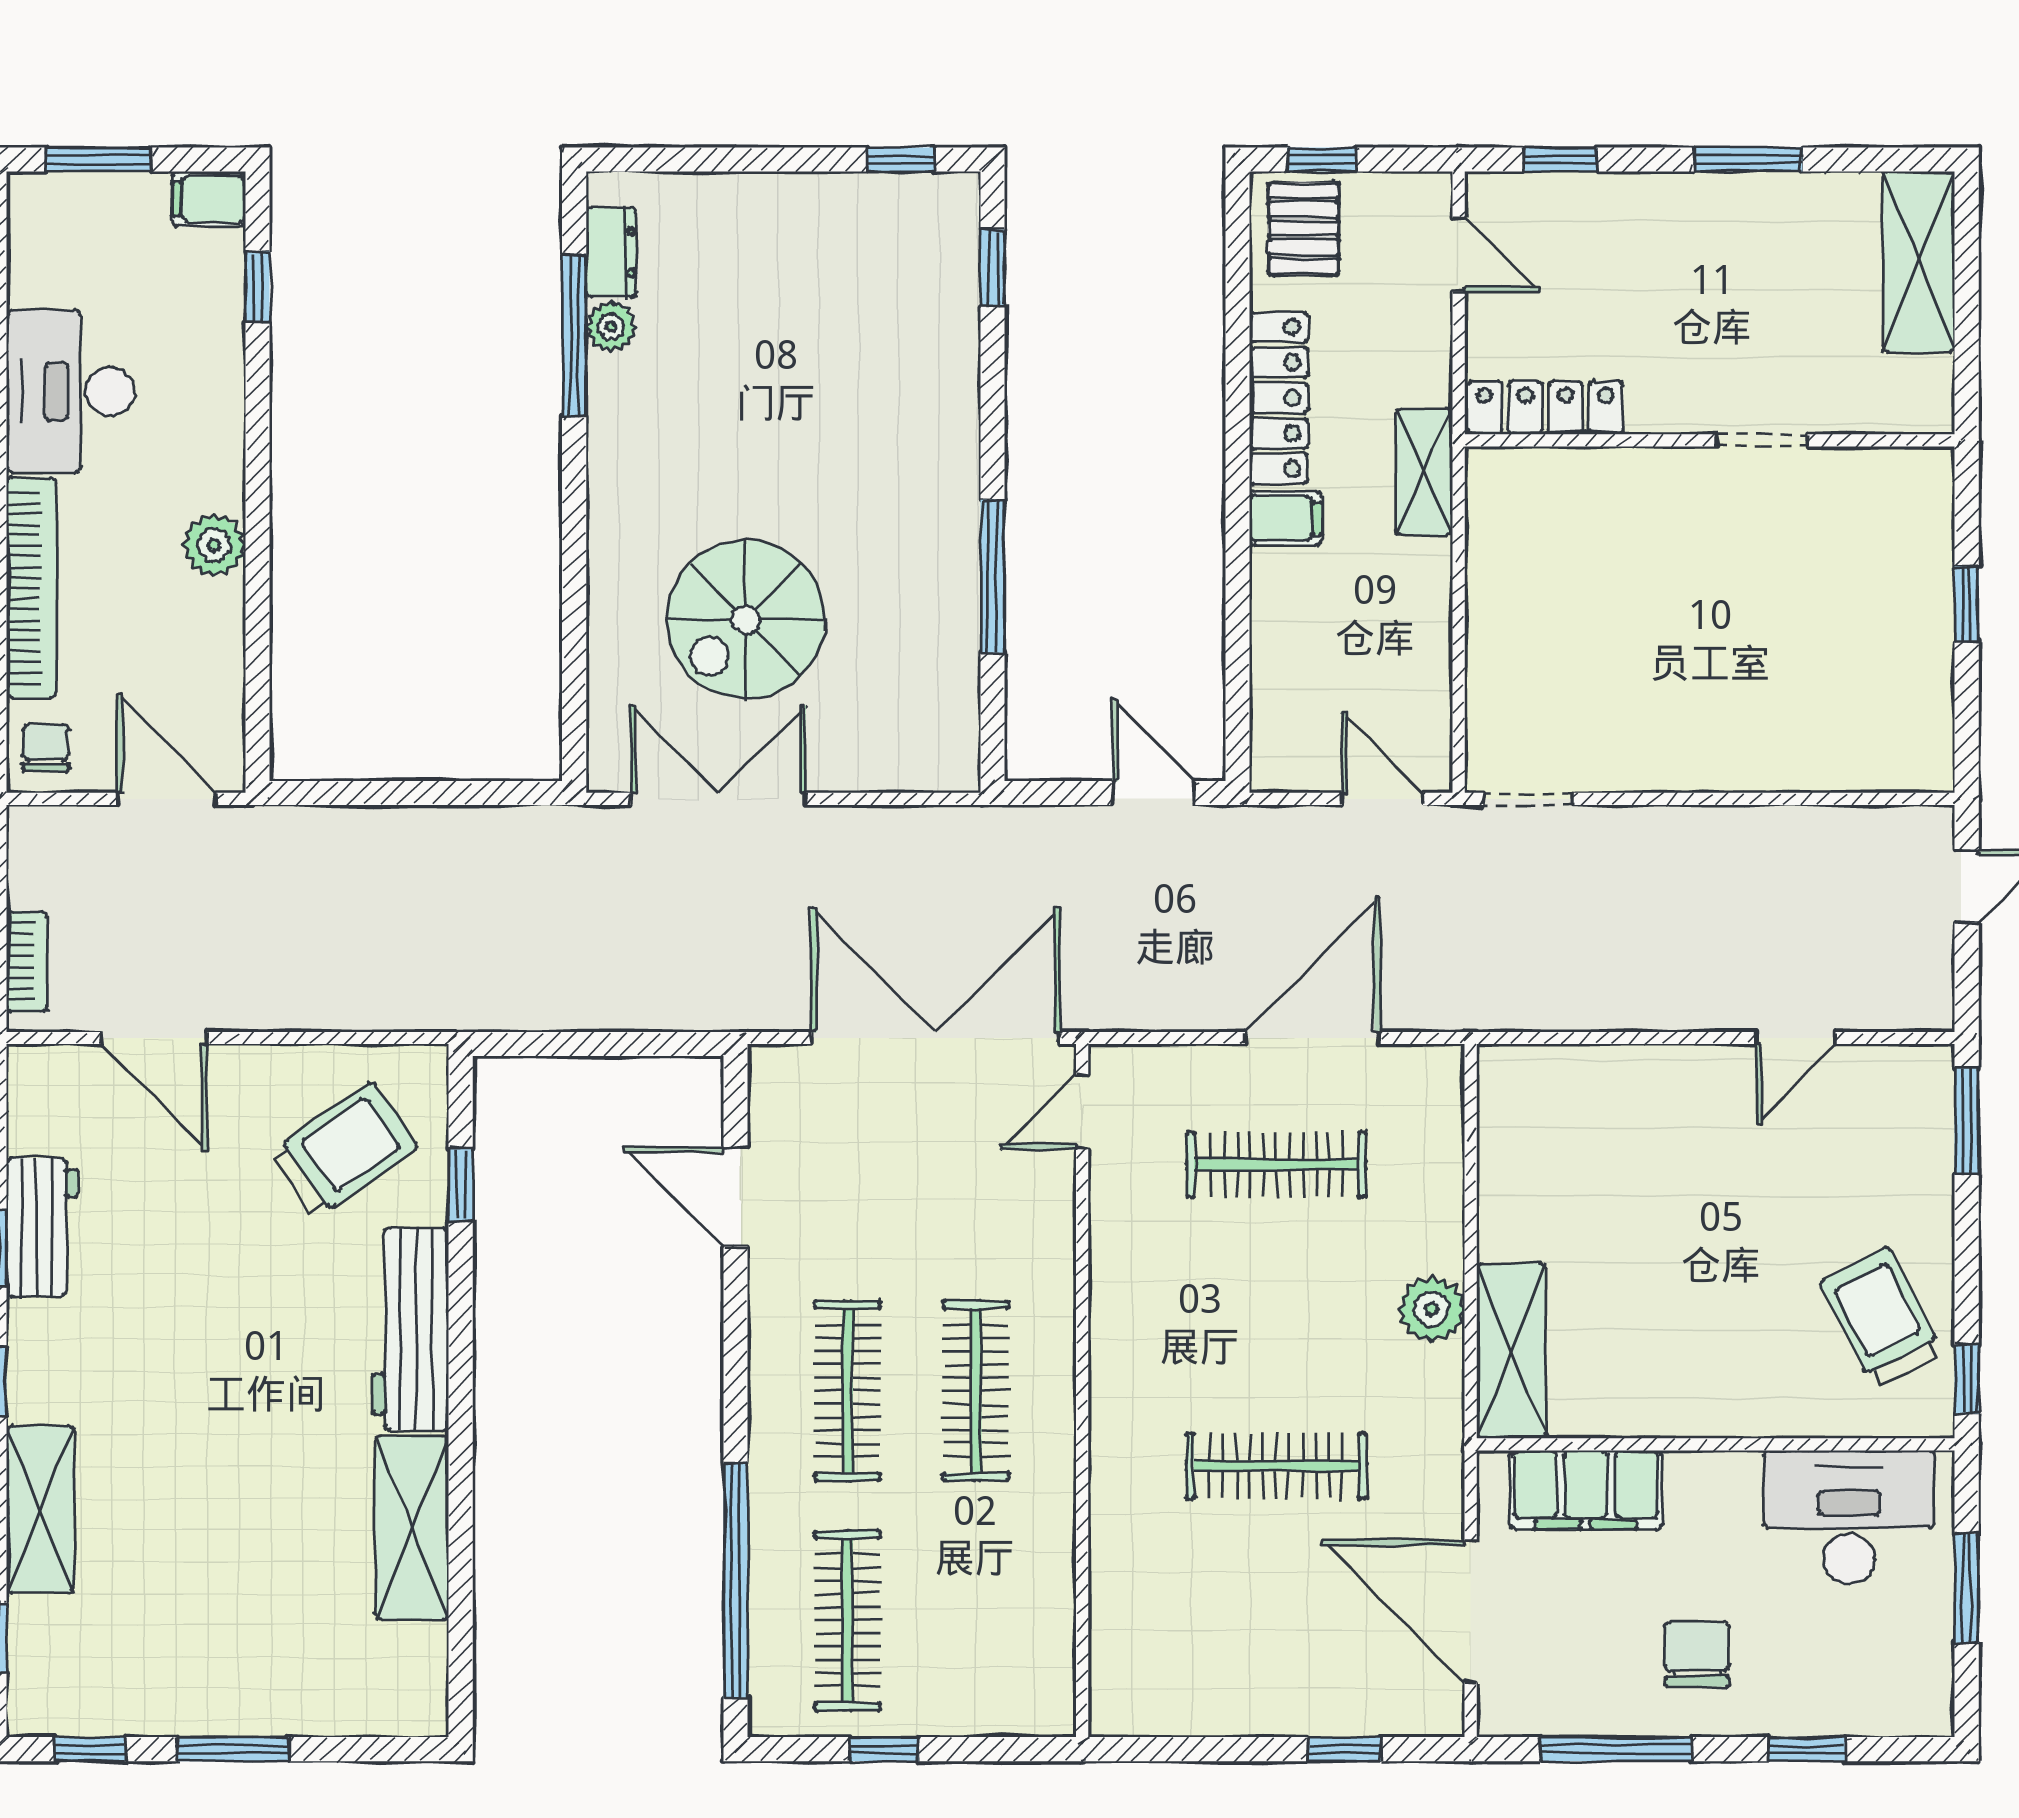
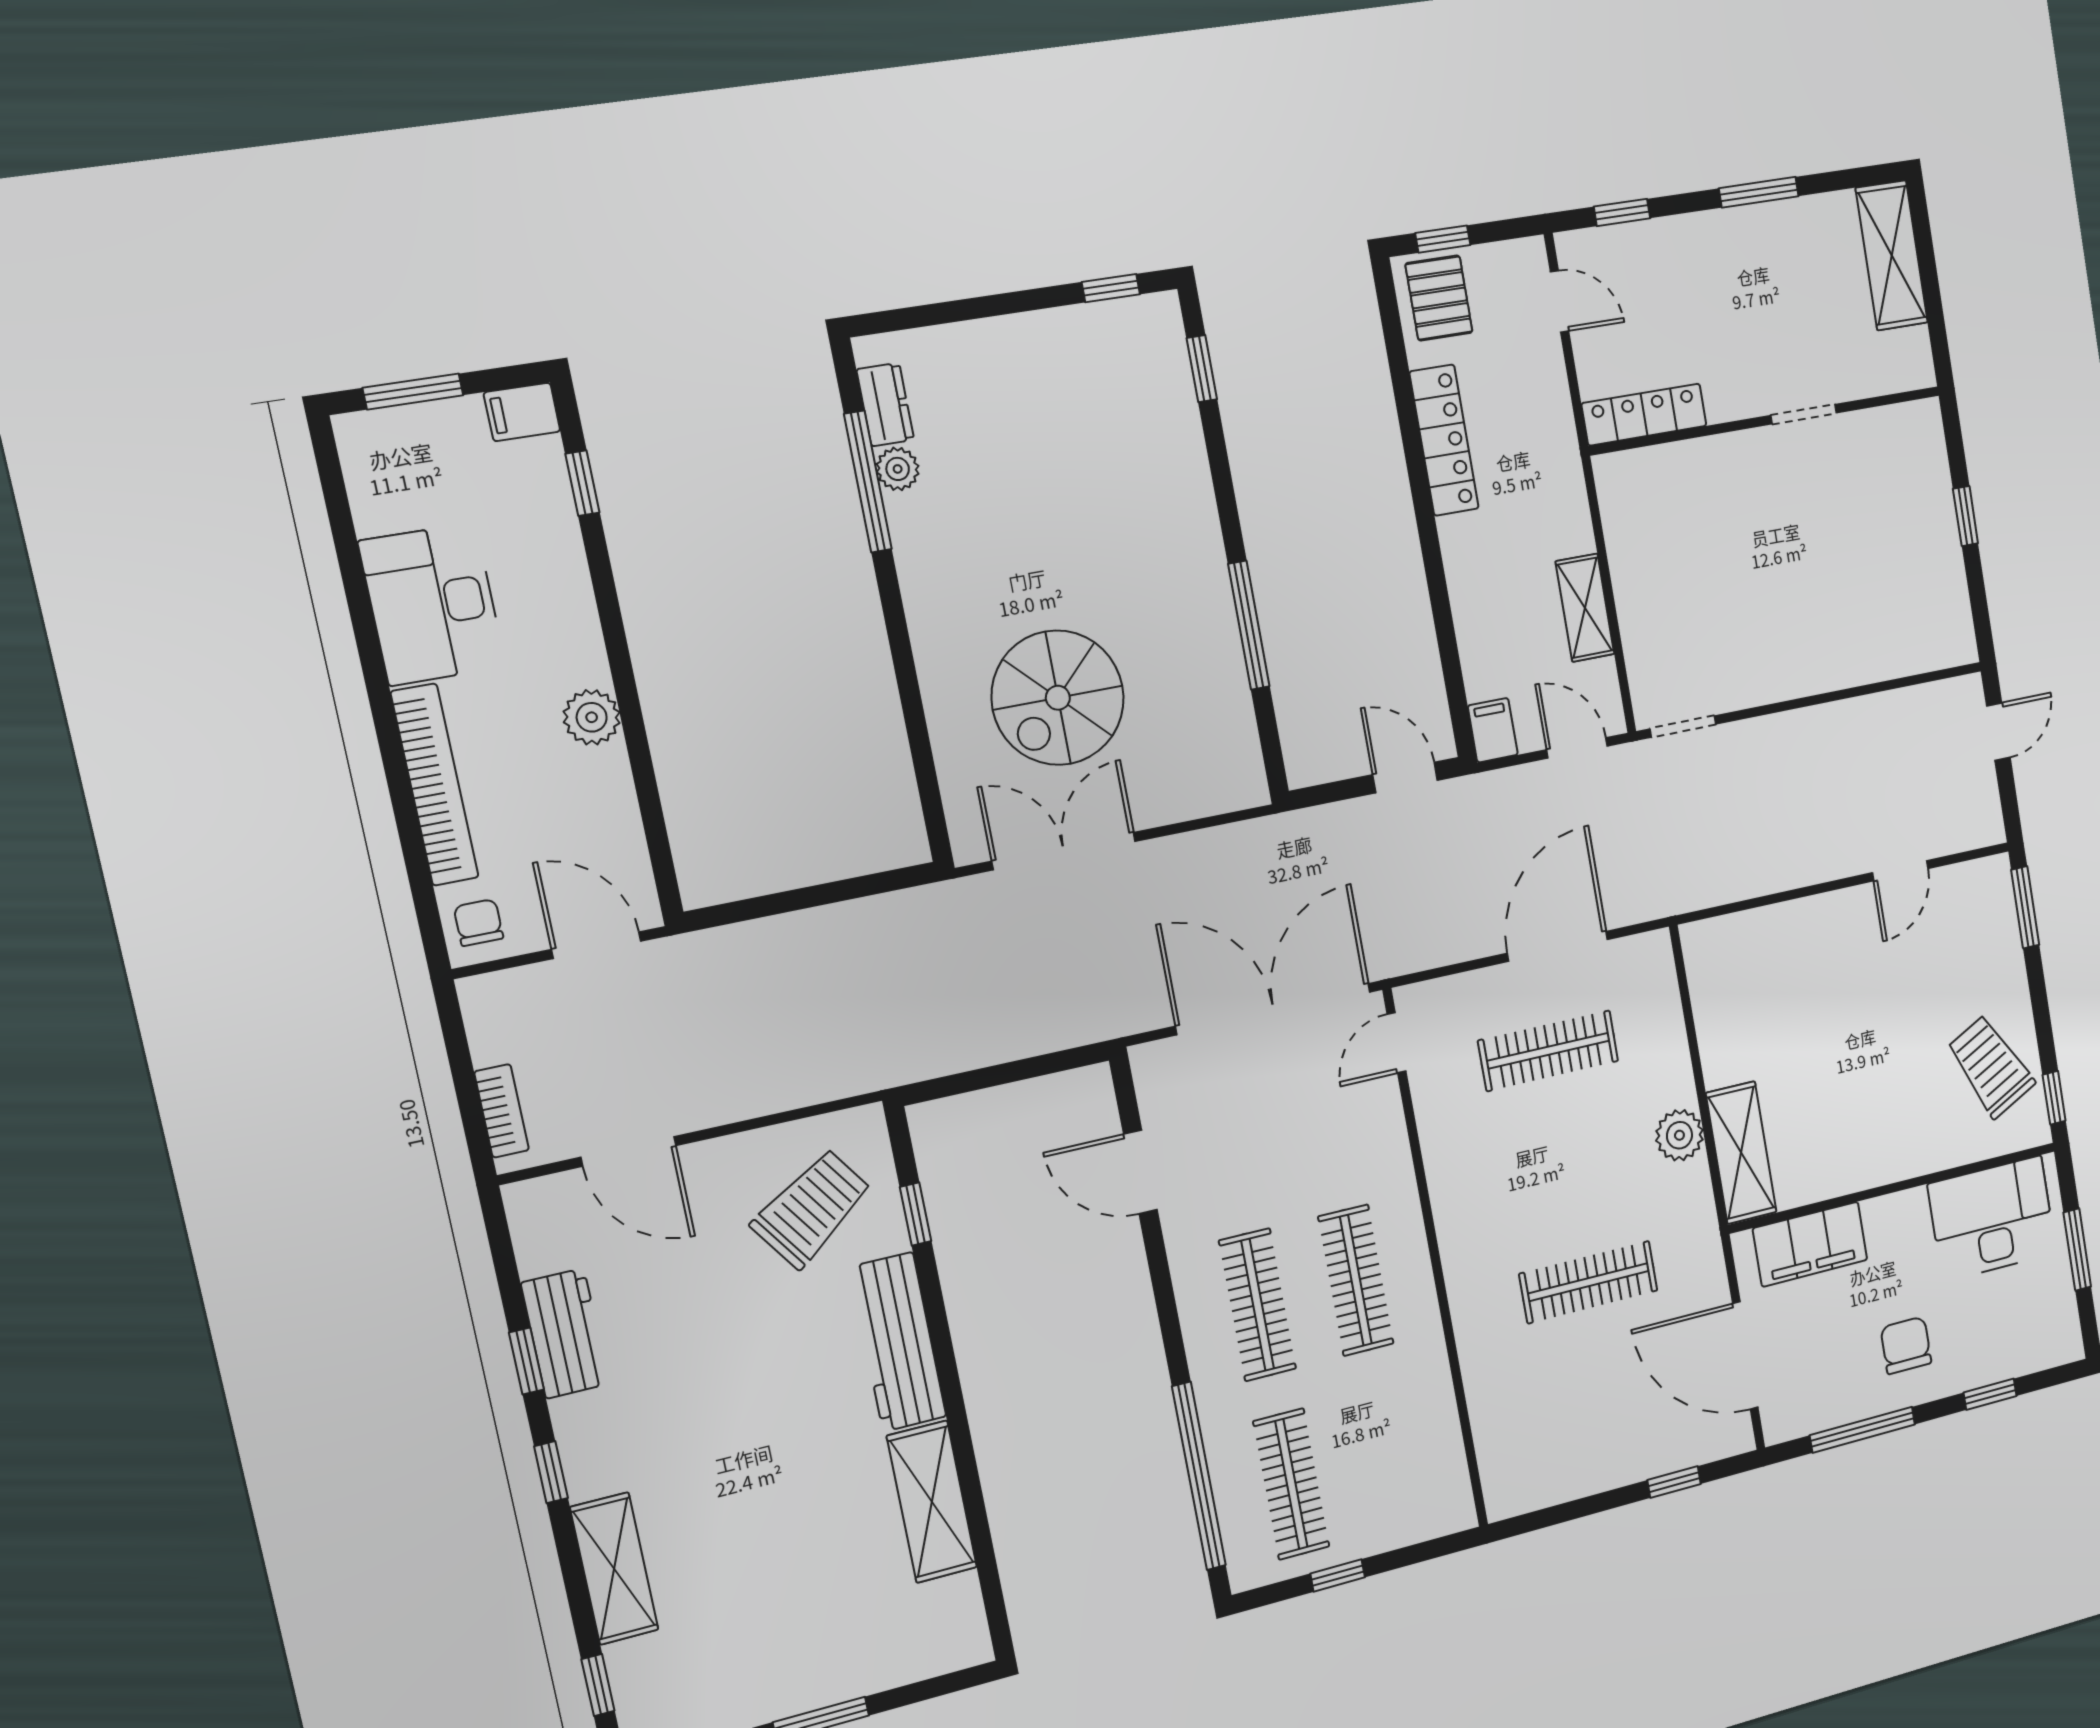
shelving: (1424, 472) -> (1585, 608), moved
filing cabinet: (1285, 518) -> (1493, 730), moved, turned -90

